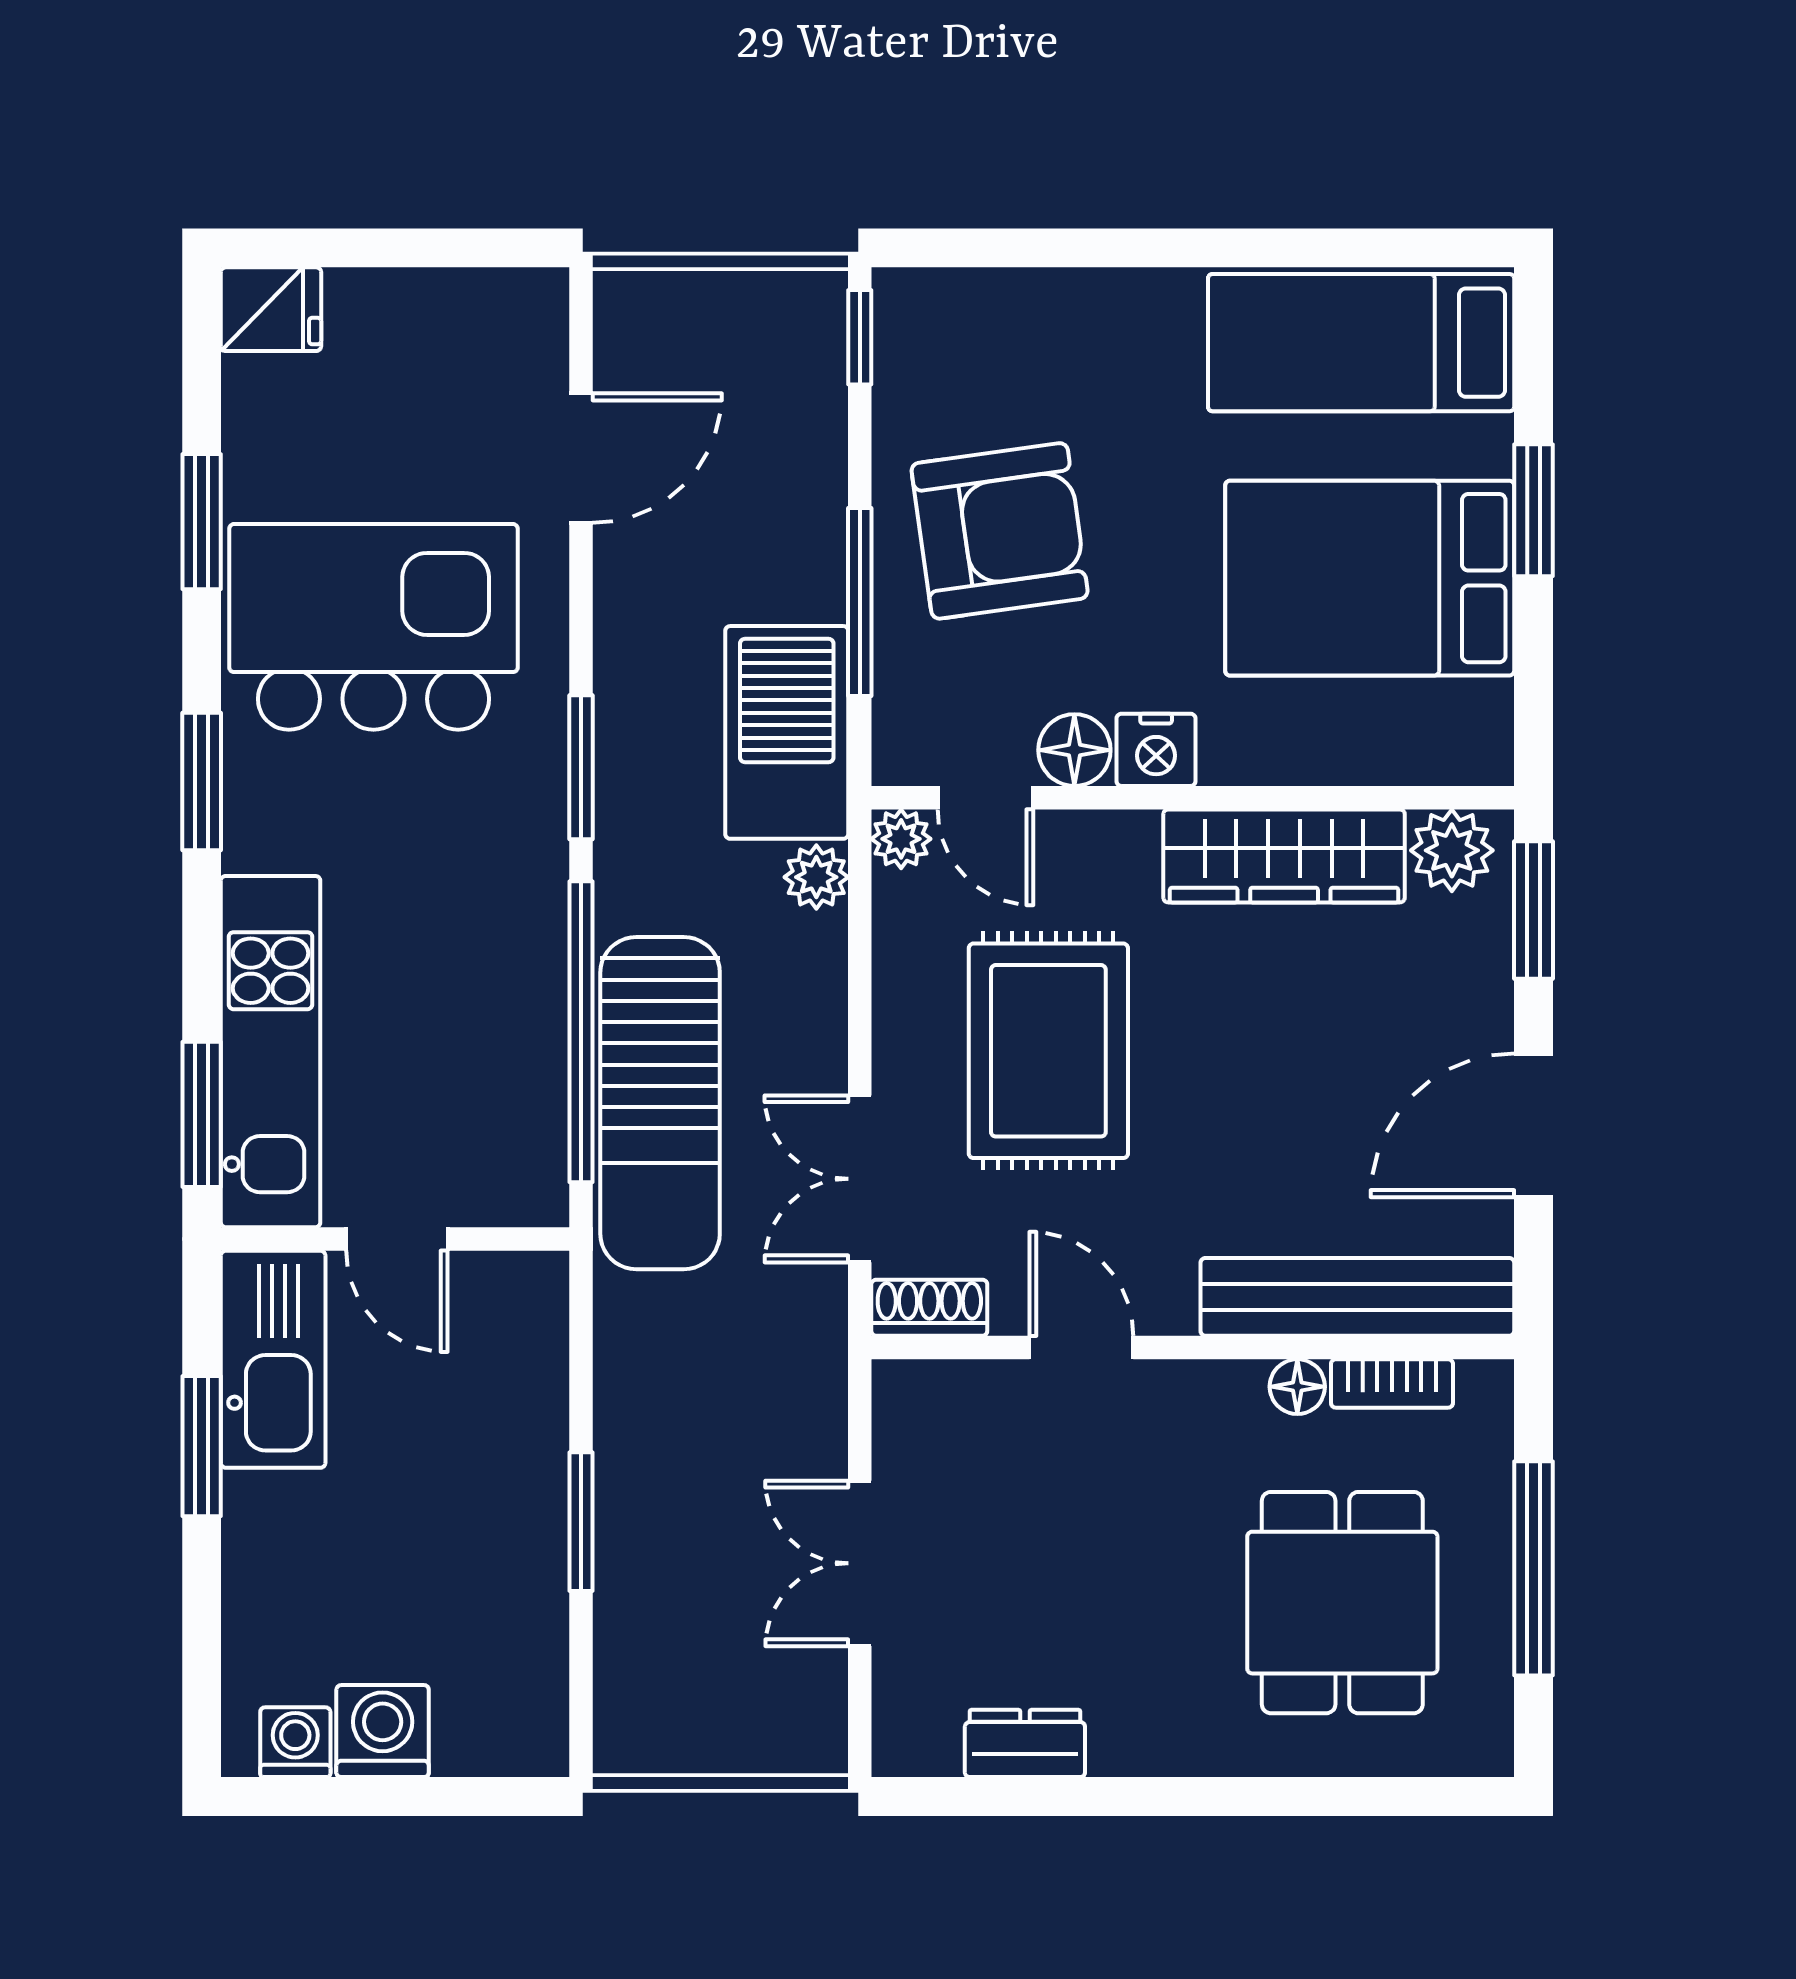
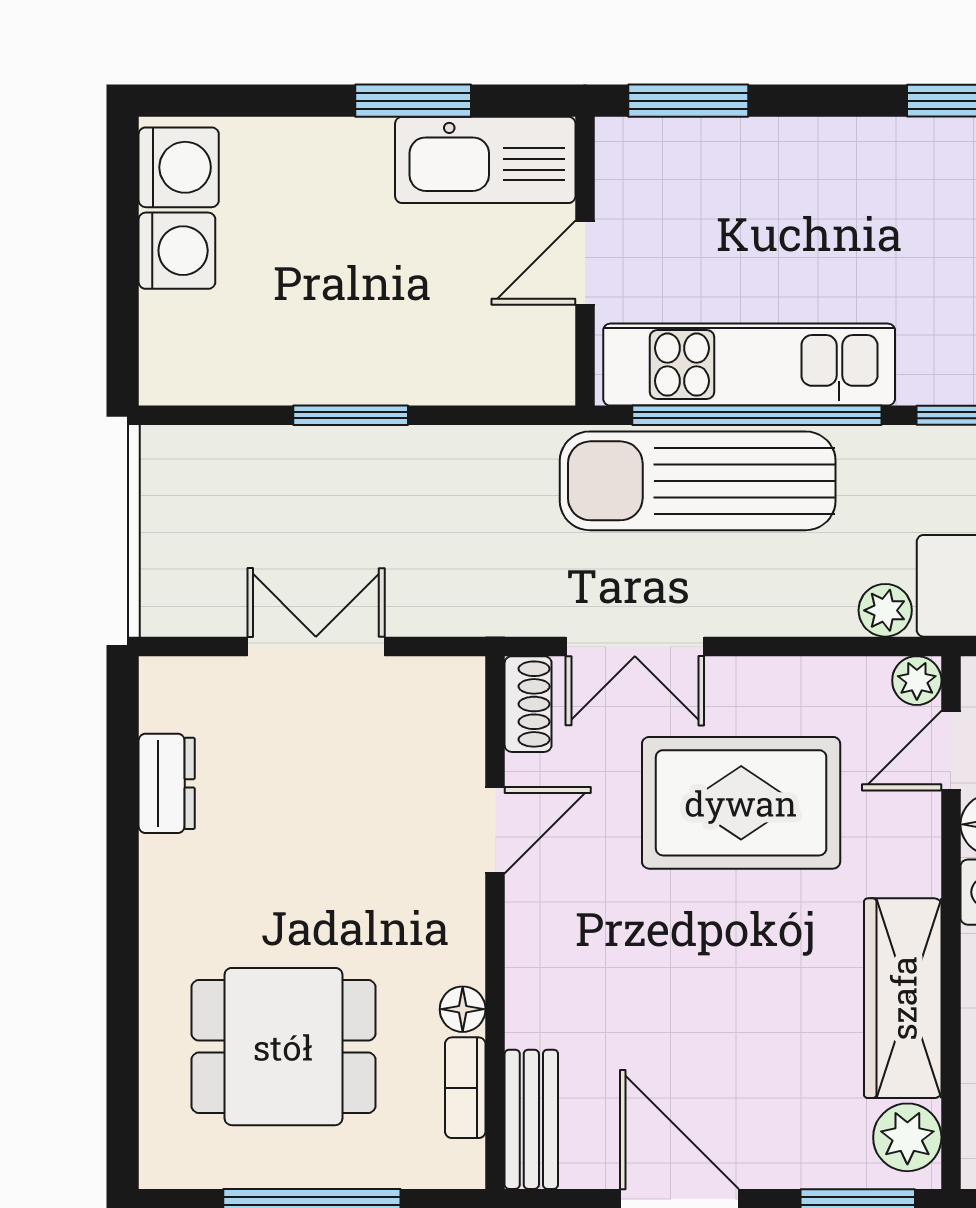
kitchen unit: (271, 1052) -> (749, 365), moved, turned 180
double door: (860, 1179) -> (635, 646), swing flipped
bench: (1357, 1297) -> (531, 1119), width x0.54, depth x0.82
washing machine: (295, 1742) -> (179, 167), width x1.38, depth x1.38

